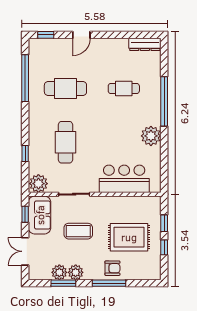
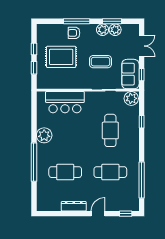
dresser: (145, 44) -> (74, 206), moved
cafe table: (124, 89) -> (65, 172), width x1.37, depth x1.35

